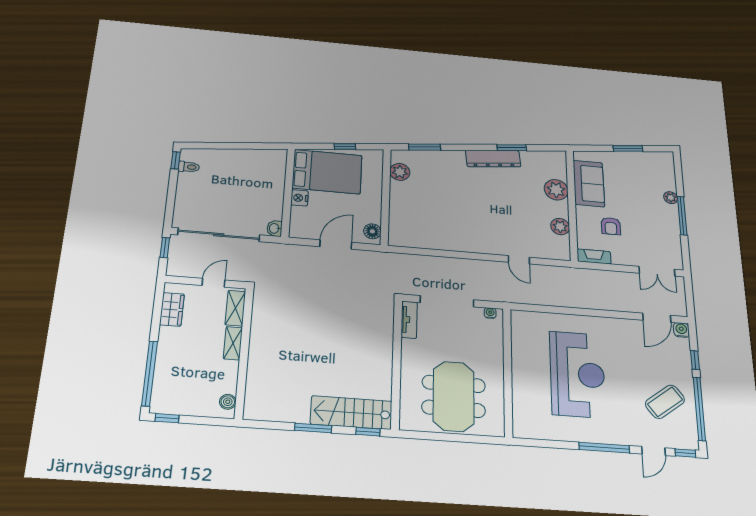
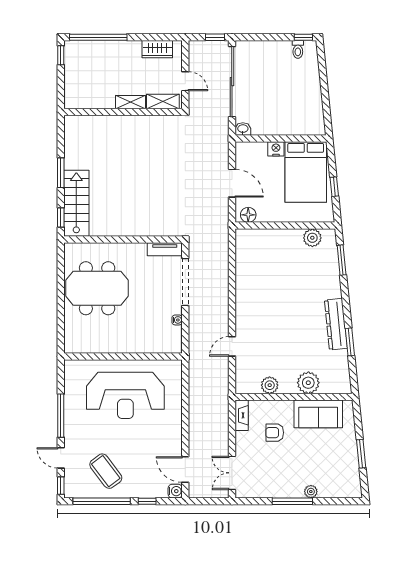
wall: (508, 372) -> (123, 356), moved
boiler: (228, 402) -> (78, 102), removed

